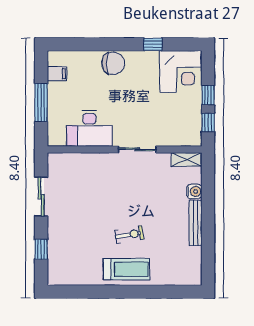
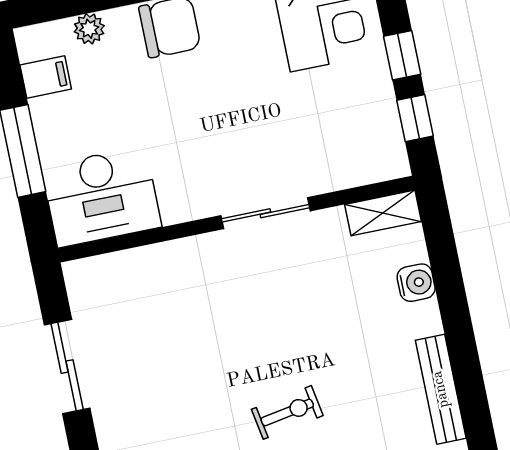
plant: (79, 57) -> (89, 29), added
desk: (89, 128) -> (101, 197), moved
bench: (195, 223) -> (441, 389), moved

